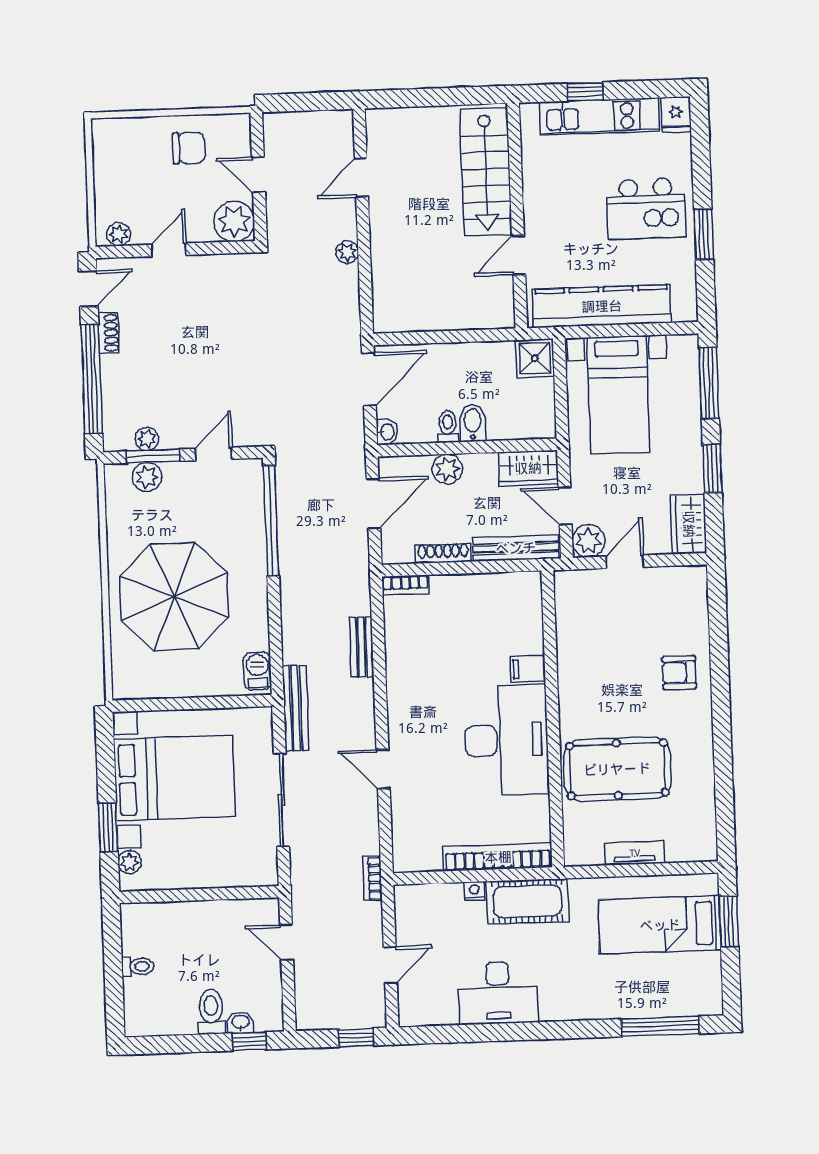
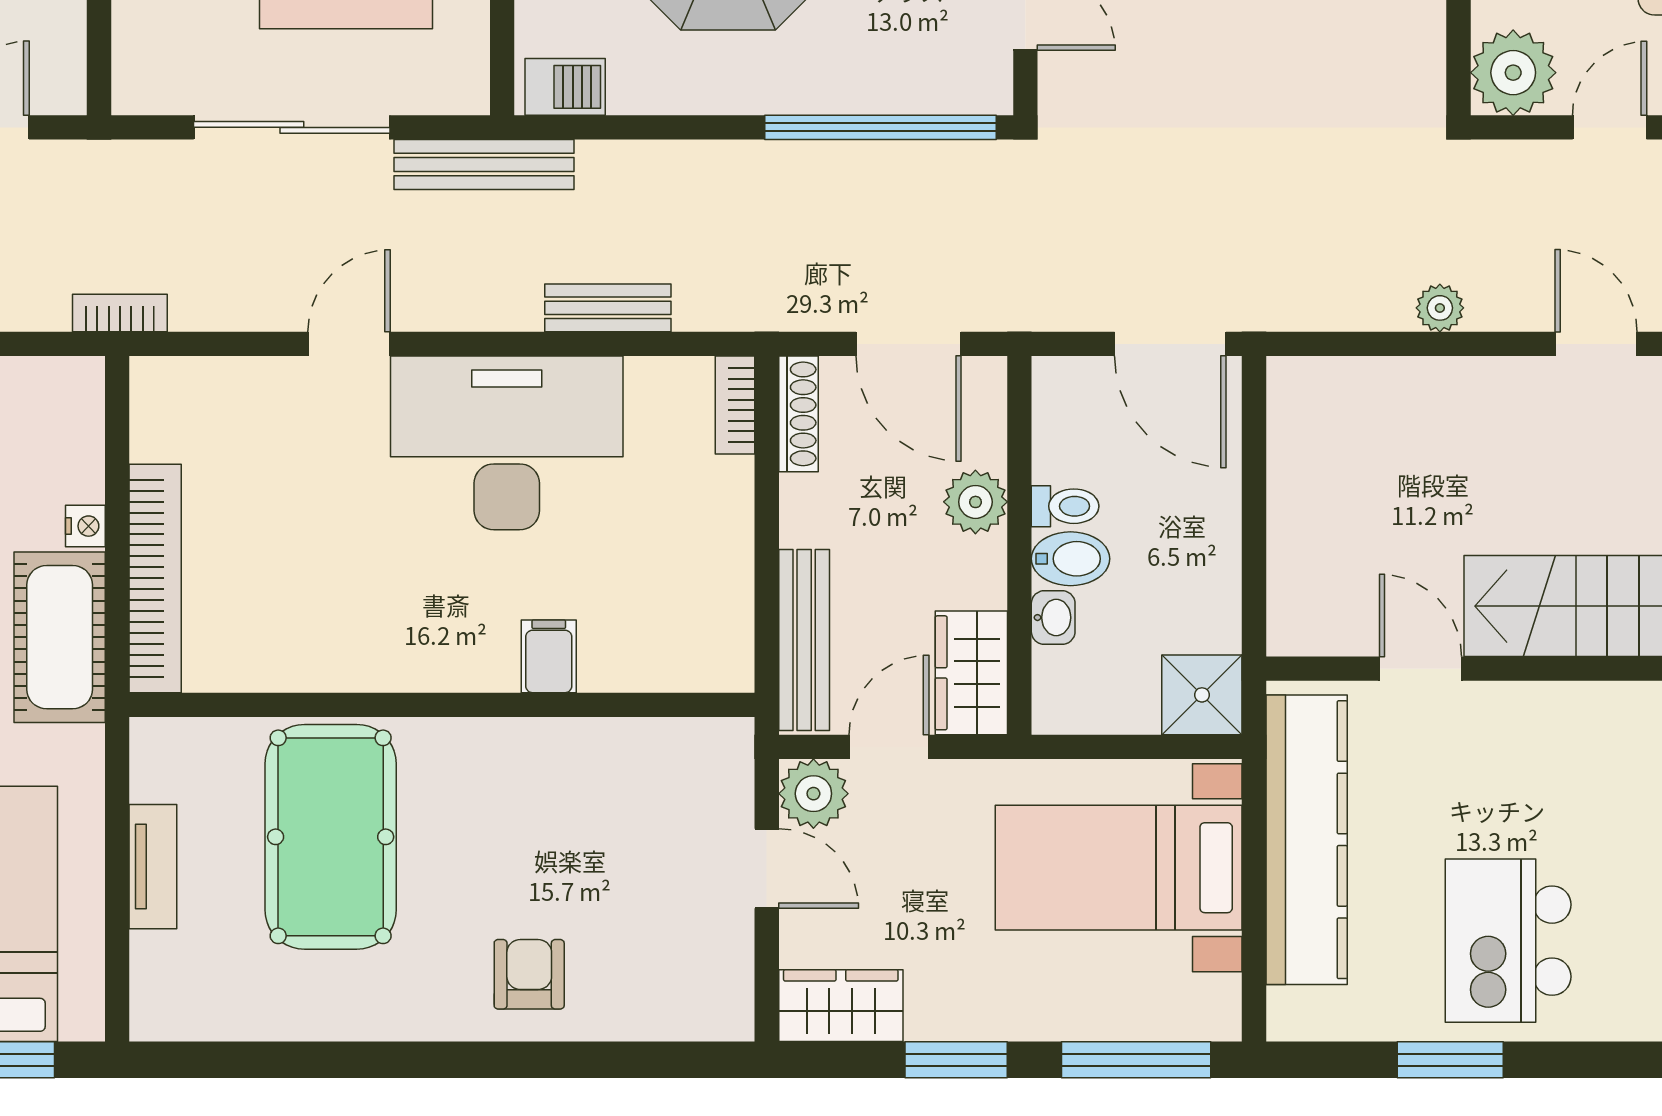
washbasin: (387, 432) -> (1053, 618), moved, turned -90
shoe rack: (443, 553) -> (798, 414), moved
desk: (507, 740) -> (507, 443), moved, turned 180

